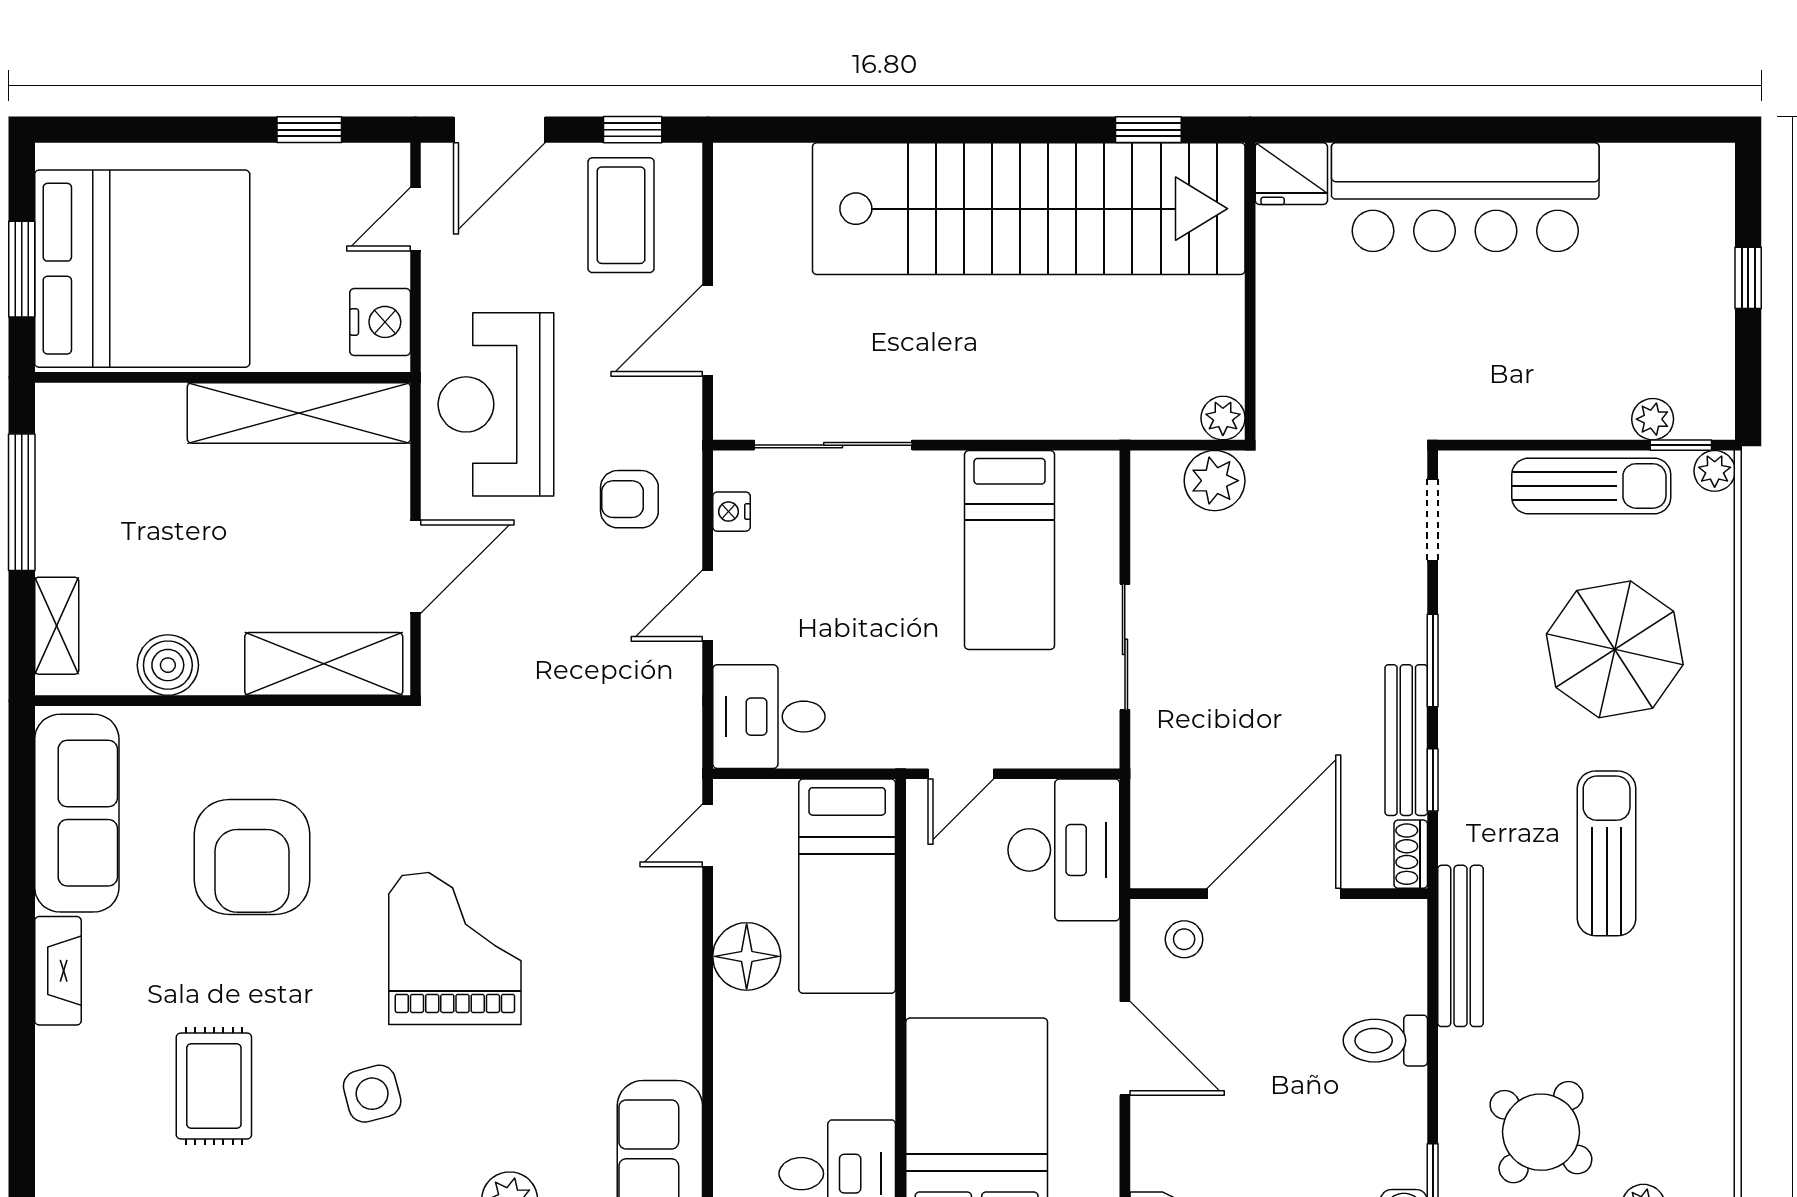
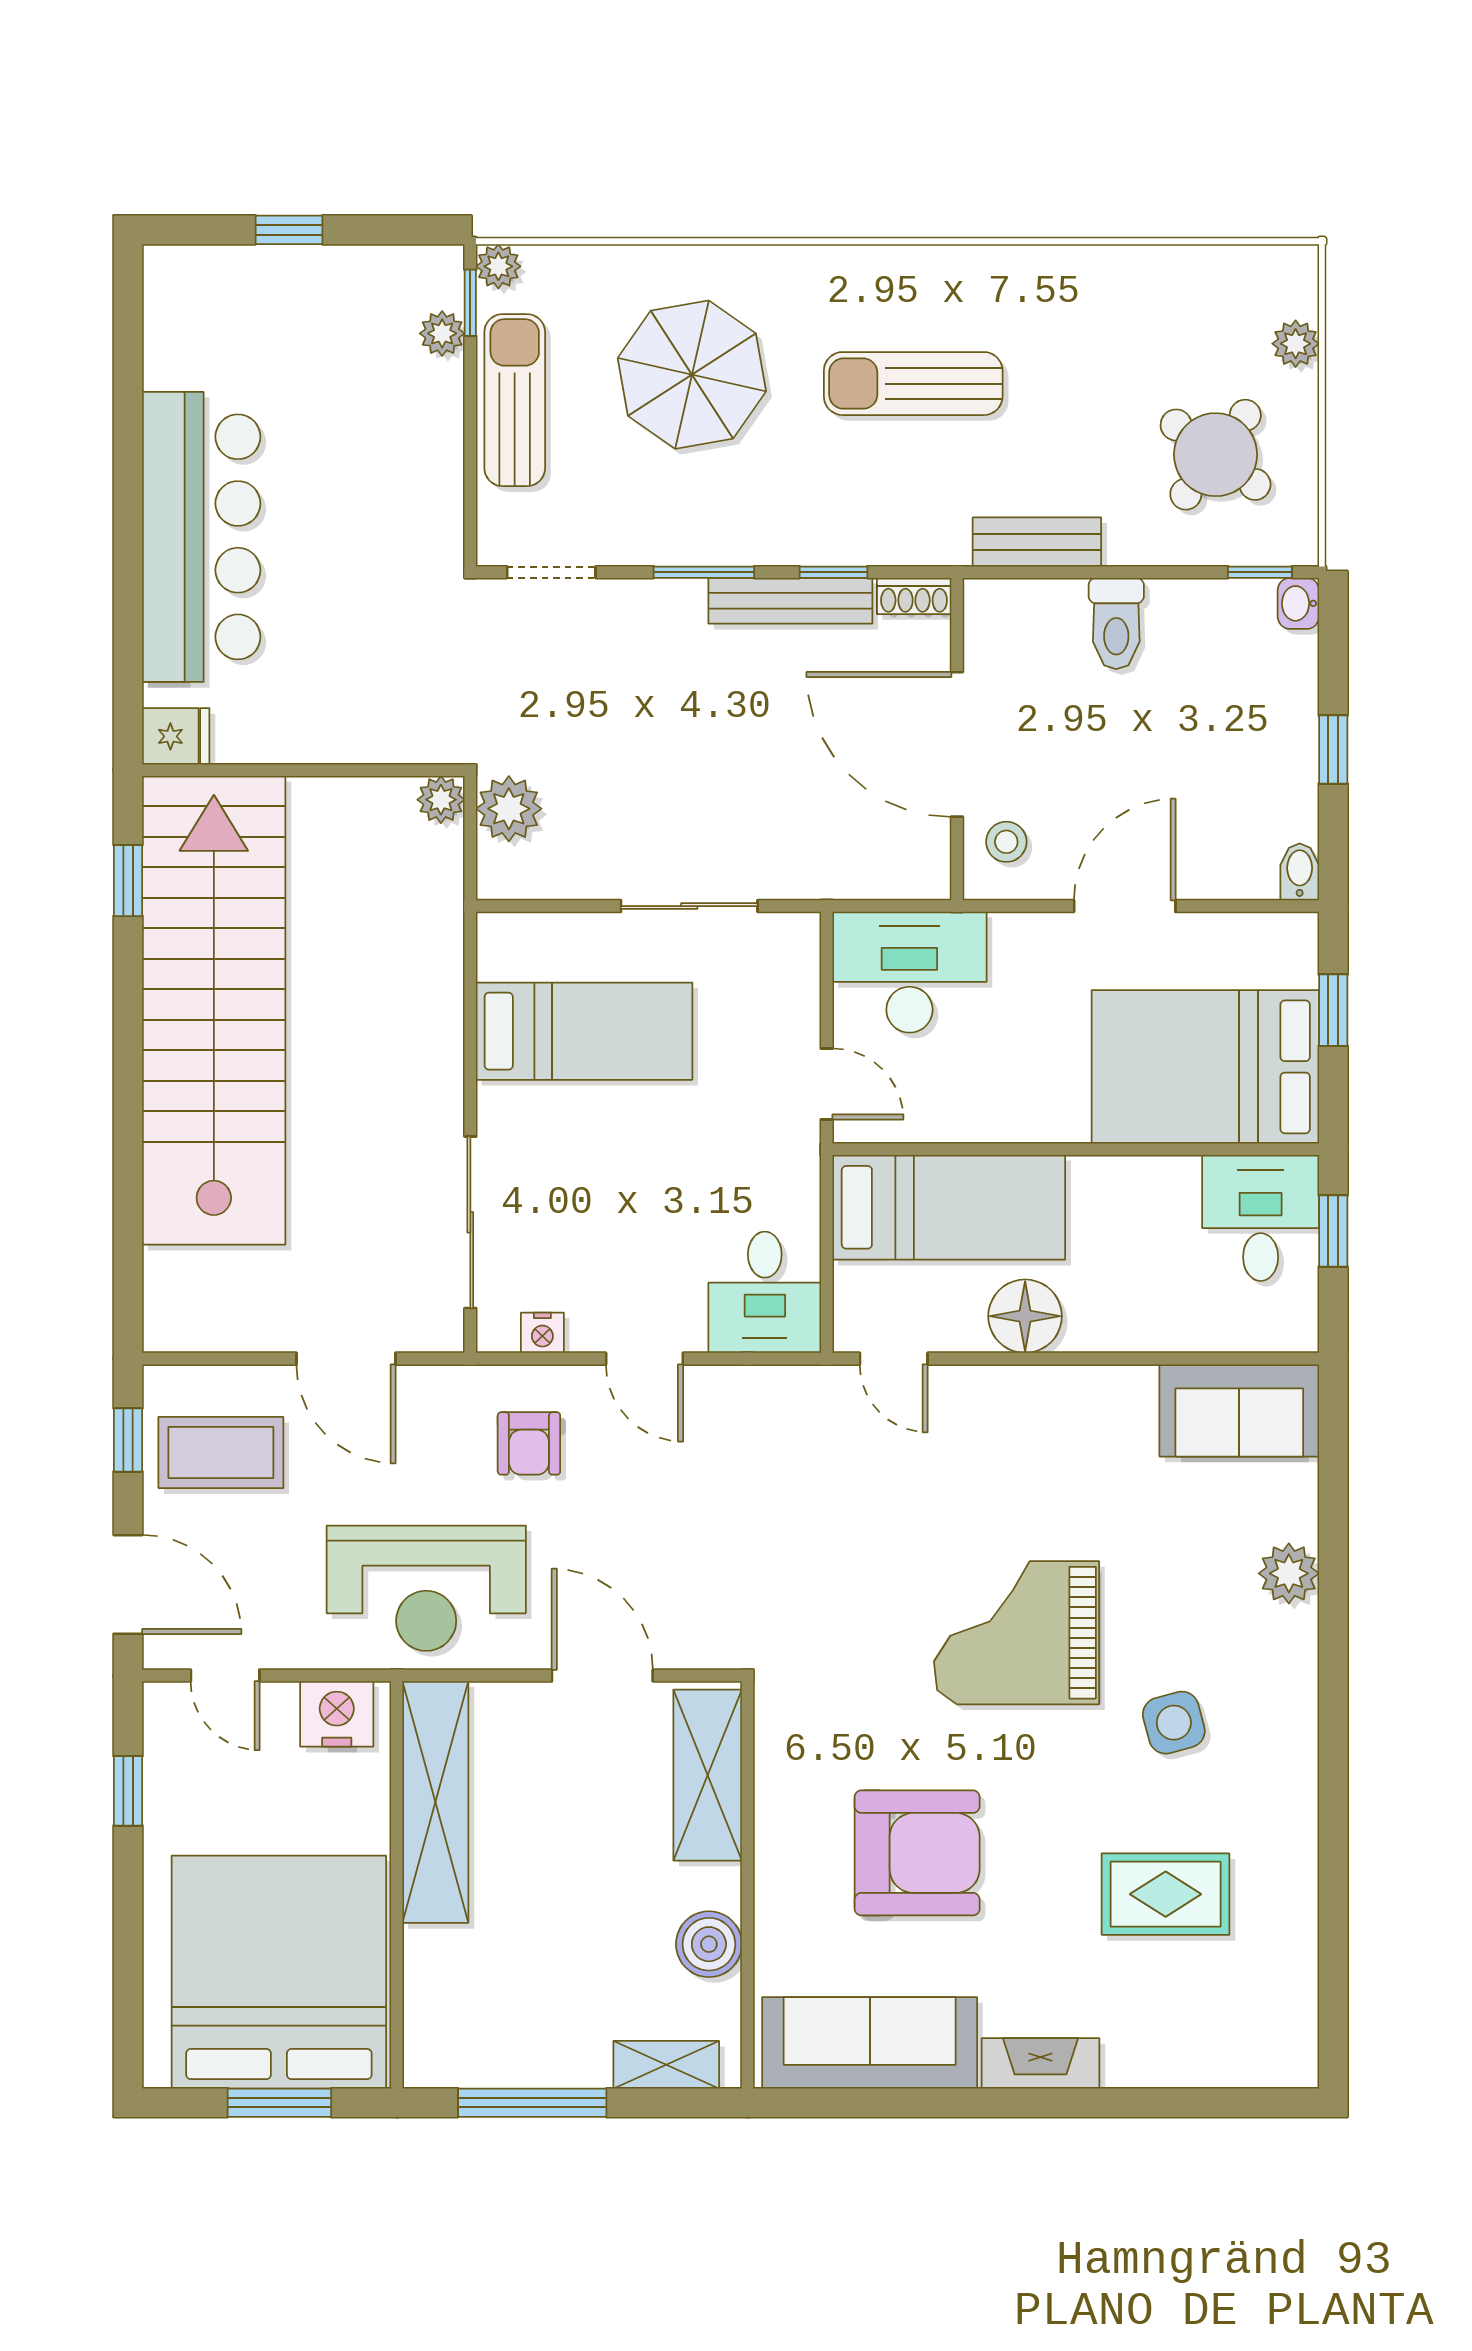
fridge: (1291, 174) -> (176, 736), width x0.72
bench: (1460, 946) -> (1037, 542), width x0.73

